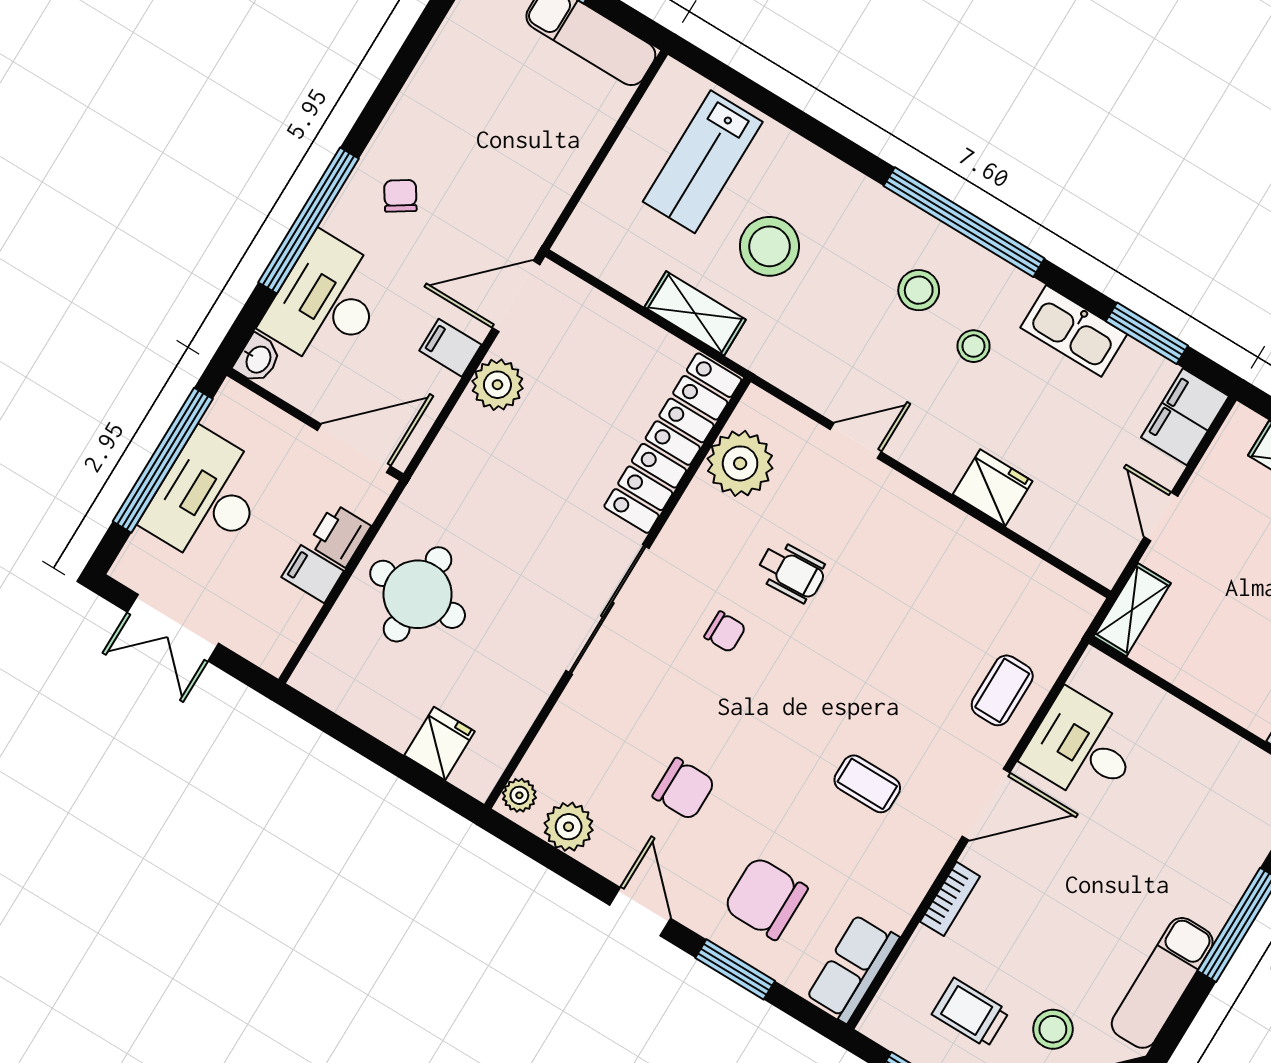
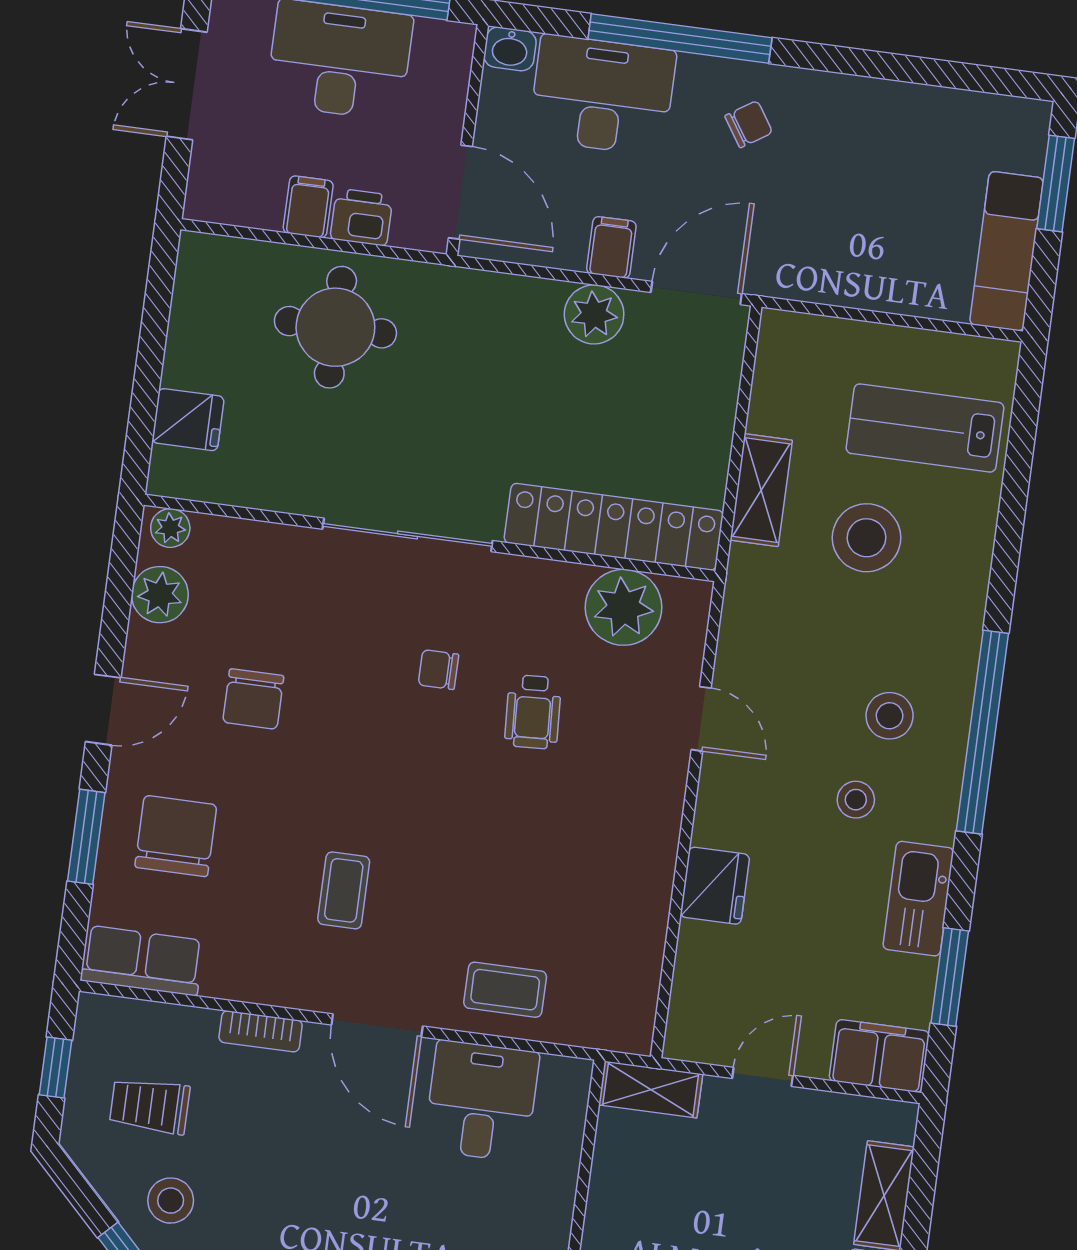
door: (516, 296) -> (696, 293), hinge flipped
chair: (725, 632) -> (438, 670), turned 90
trolley: (970, 1013) -> (150, 1106), turned -90

